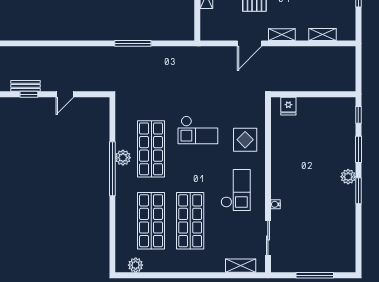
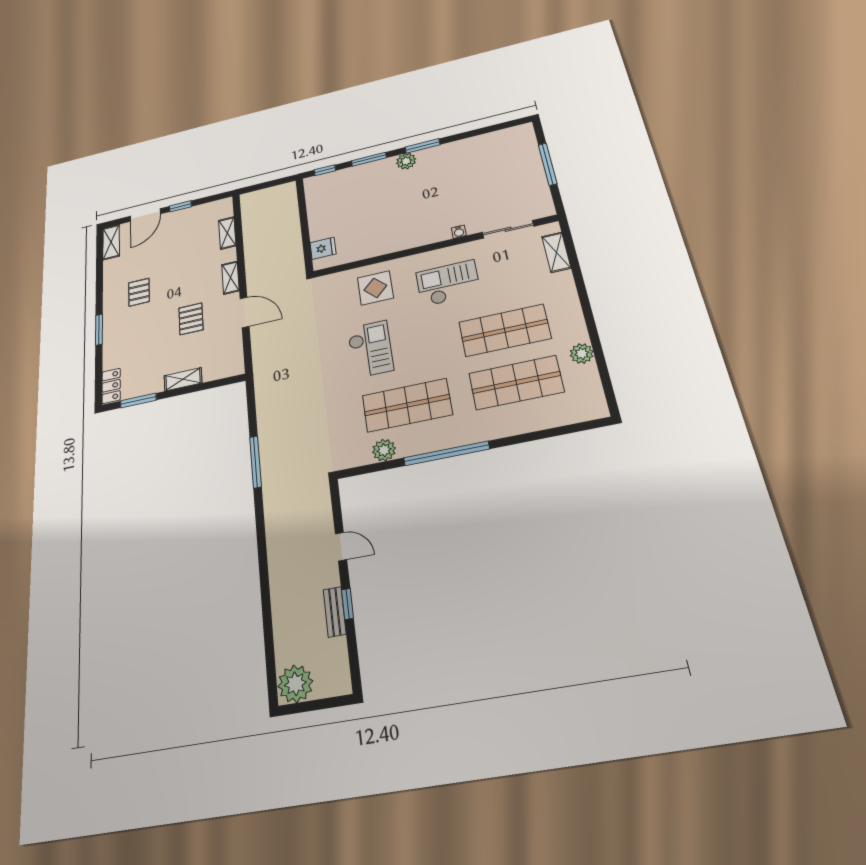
plant: (123, 158) -> (384, 450), moved
plant: (136, 265) -> (582, 354), moved

